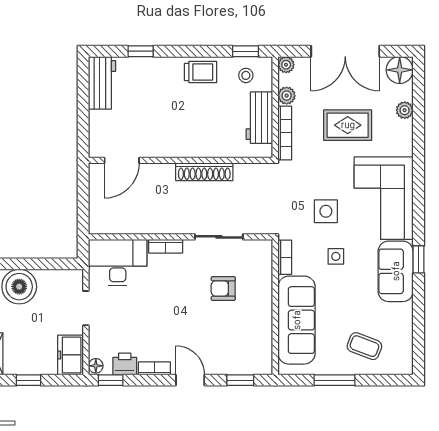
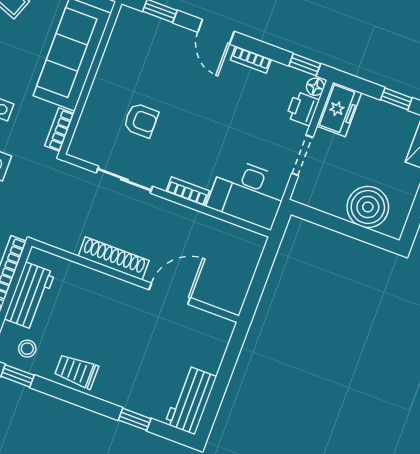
door: (122, 160) -> (170, 294), moved
printer: (125, 364) -> (303, 109), moved, turned 90

